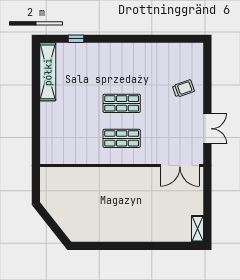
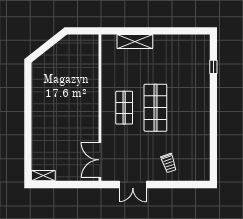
shelving: (48, 72) -> (135, 42), moved, width x0.68
shop shelf: (122, 103) -> (155, 108), width x1.43, depth x1.36

